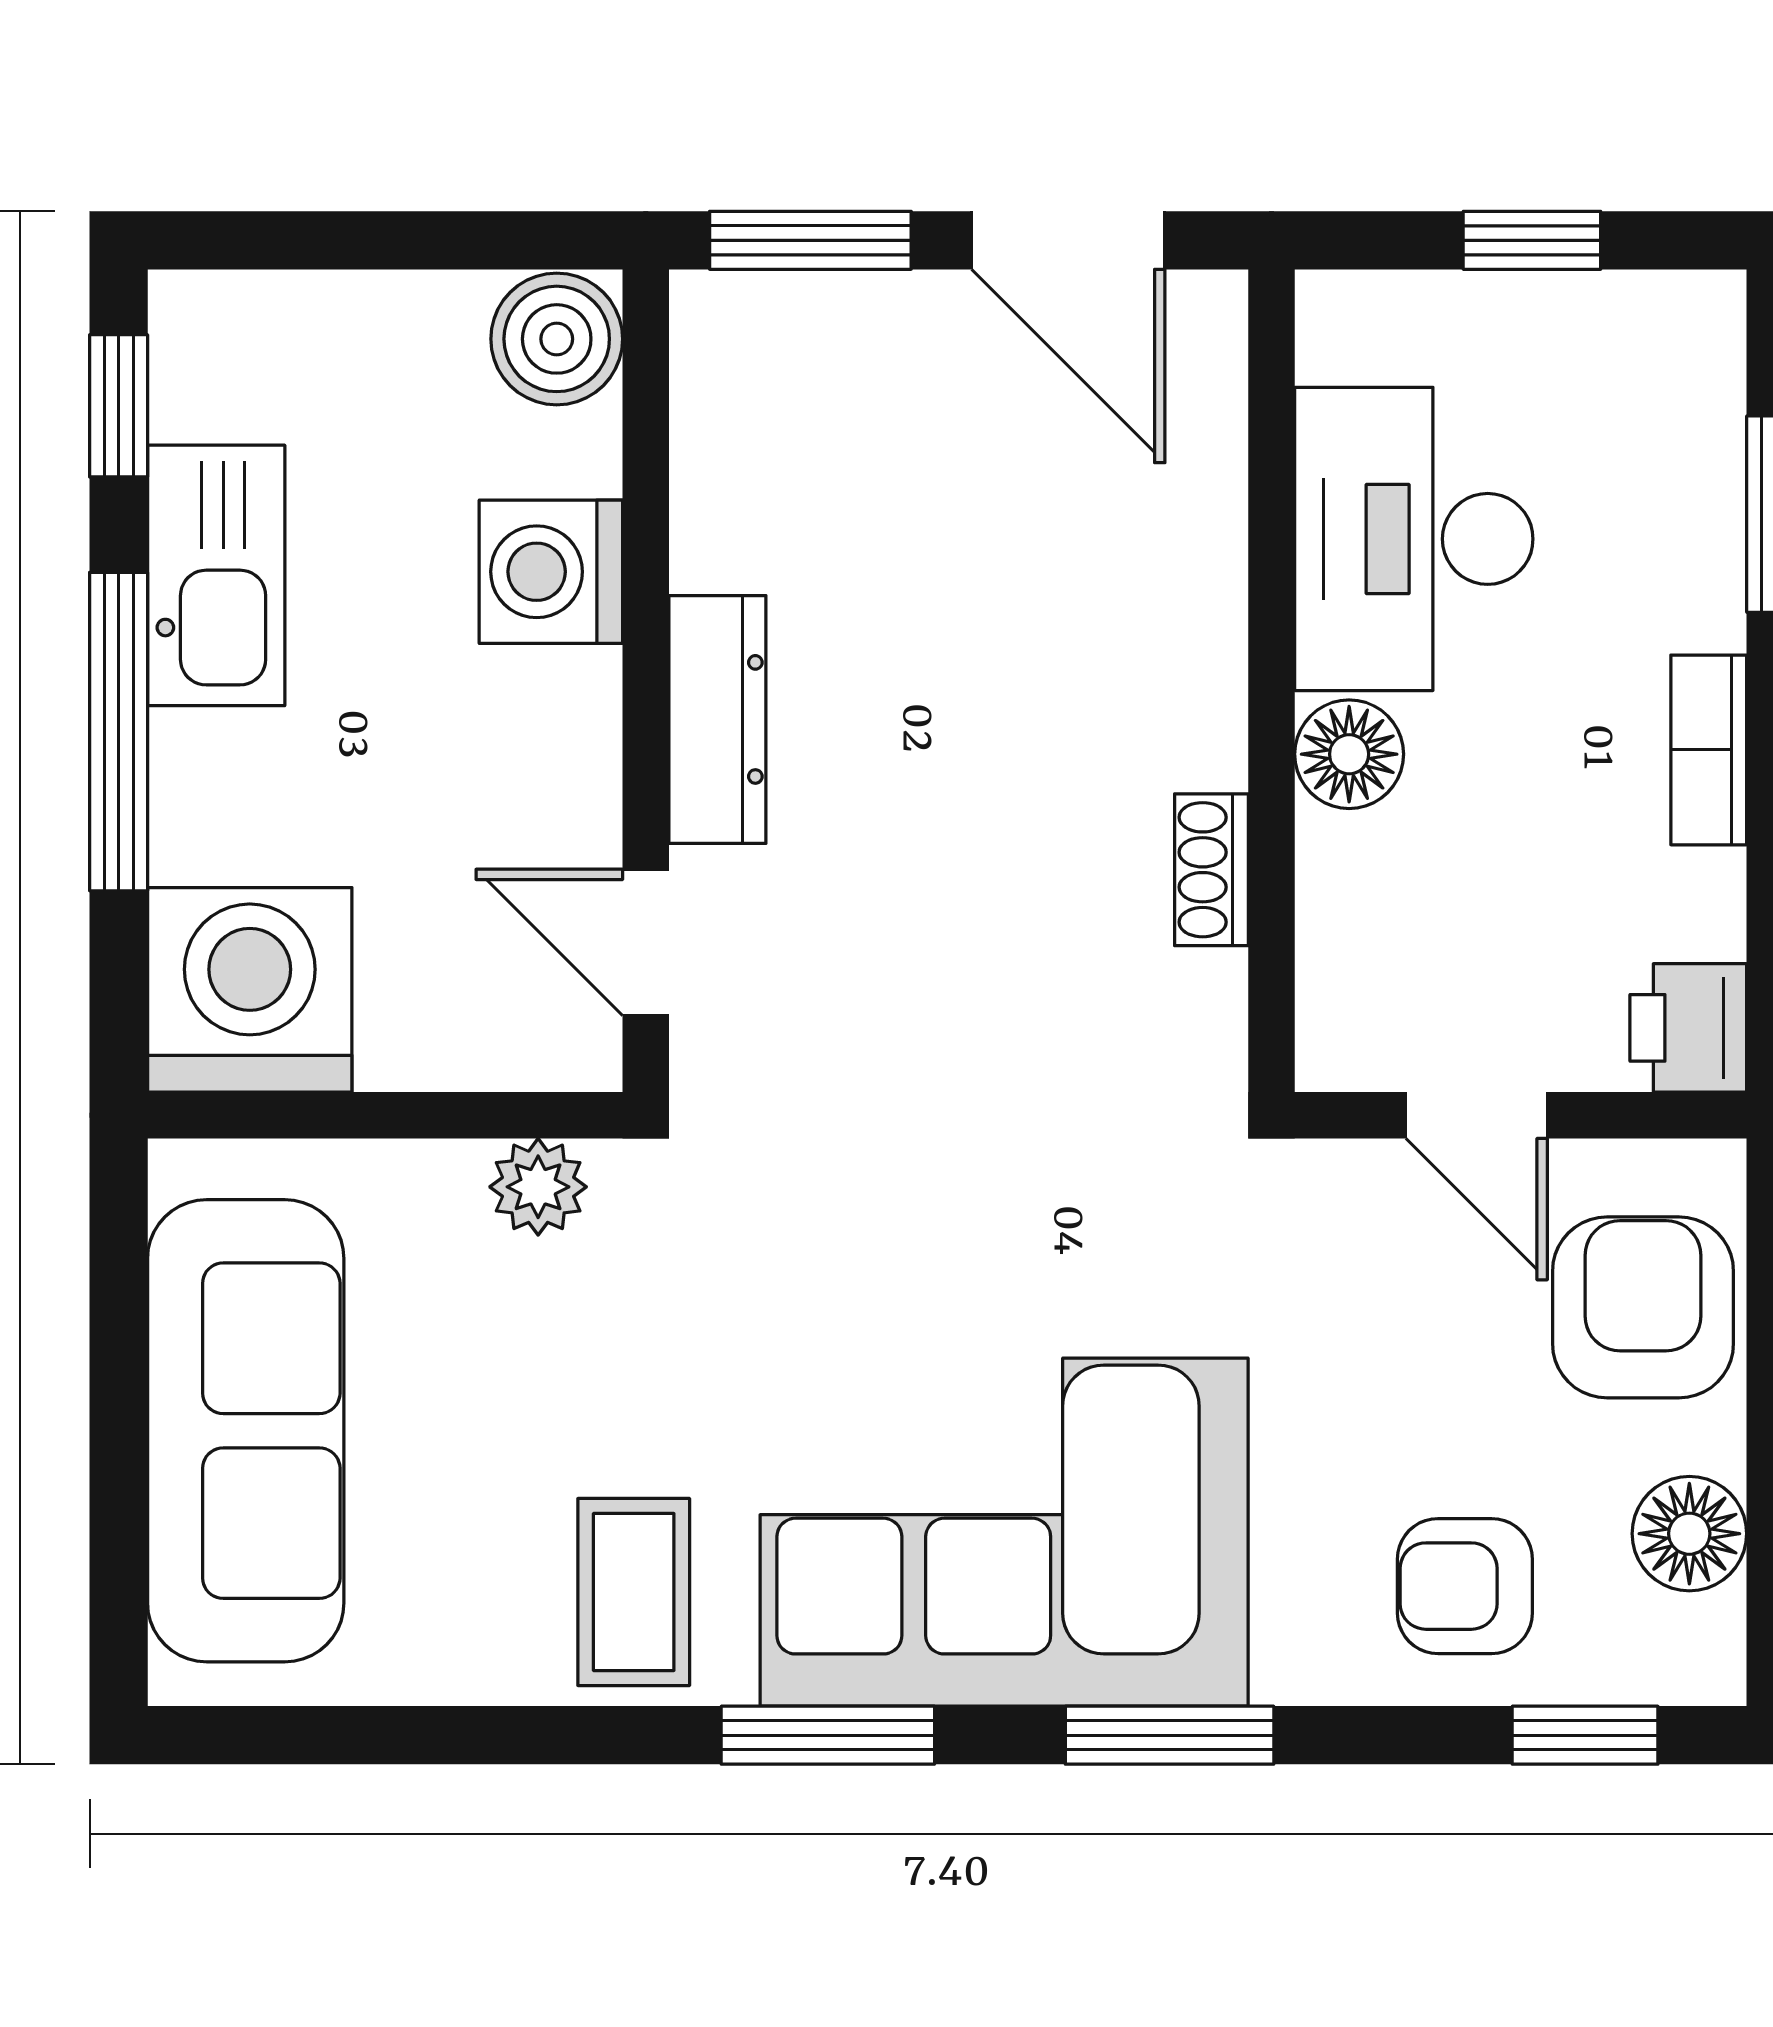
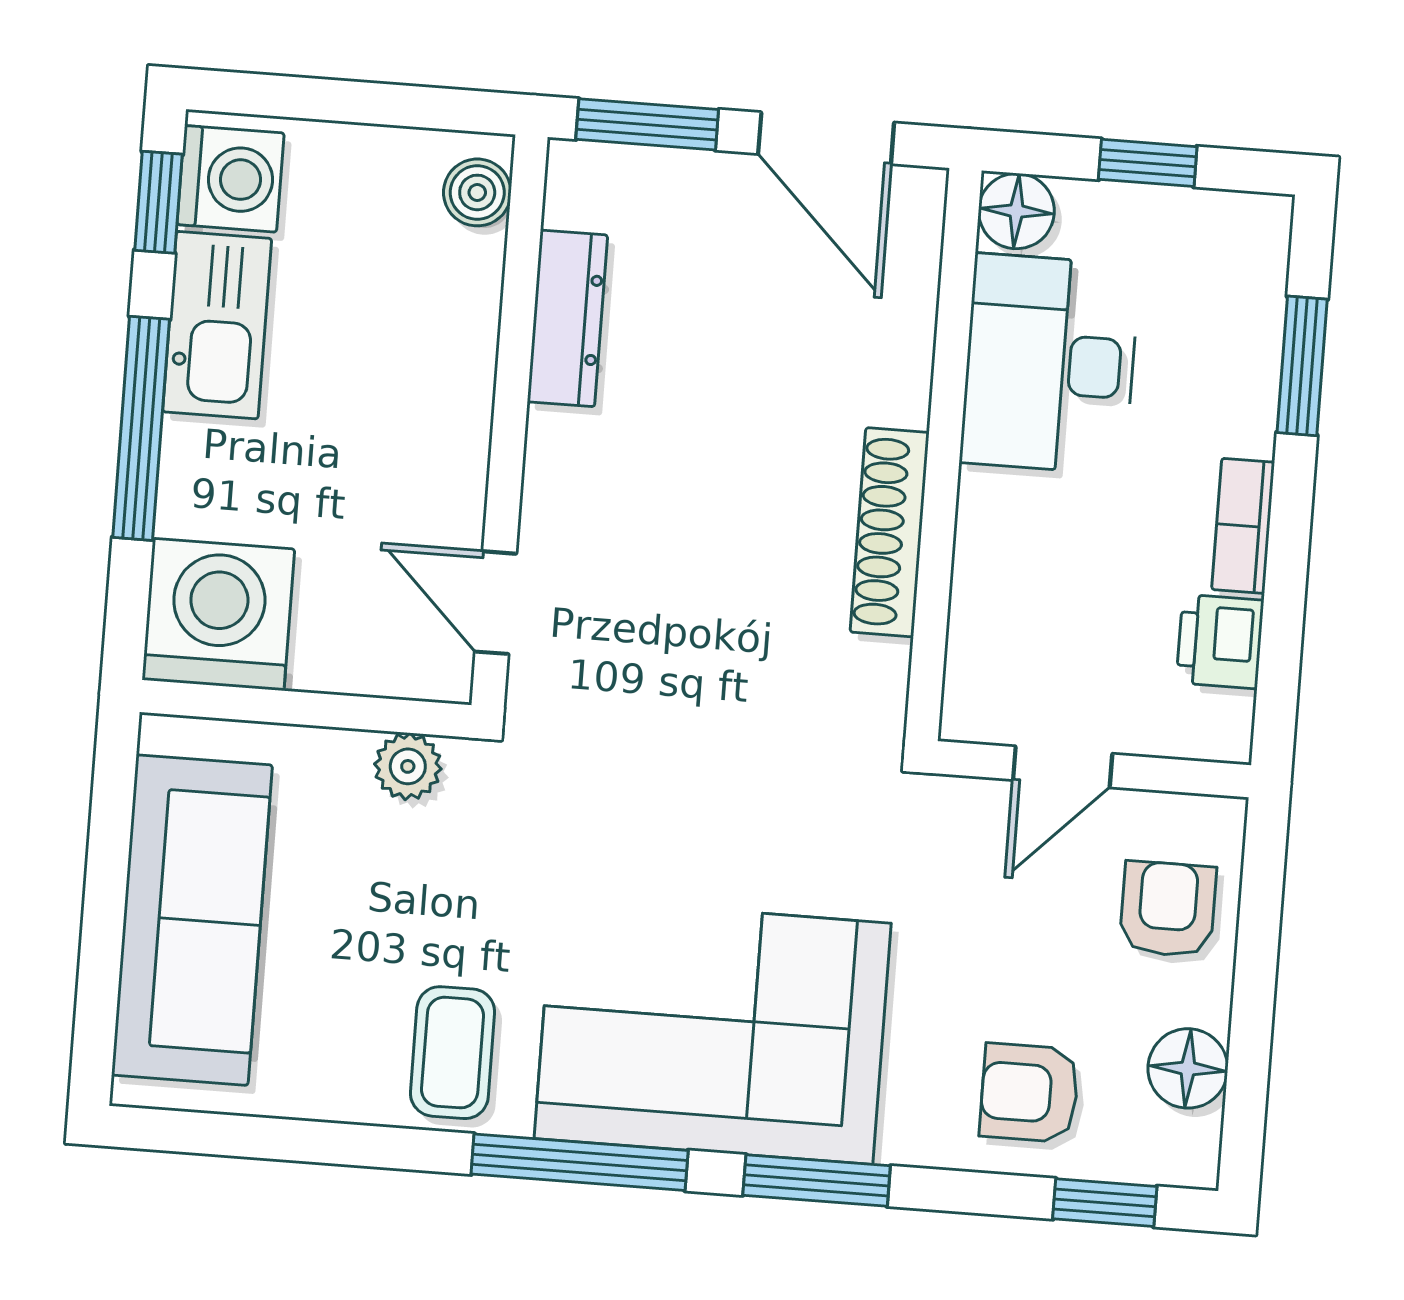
boiler: (557, 339) -> (477, 192), width x0.73, depth x0.73
washing machine: (551, 572) -> (231, 179), moved, turned 180
dresser: (717, 719) -> (567, 318), moved
floor lamp: (1349, 754) -> (1016, 211), moved
shoe rack: (1211, 870) -> (890, 532), width x1.94, depth x1.24
printer: (1688, 1028) -> (1220, 642), moved
door: (1477, 1115) -> (1063, 767), hinge flipped
armchair: (1643, 1307) -> (1168, 909), width x0.72, depth x0.72
window: (828, 1735) -> (580, 1162), width x1.44

